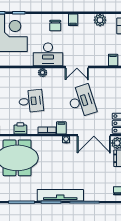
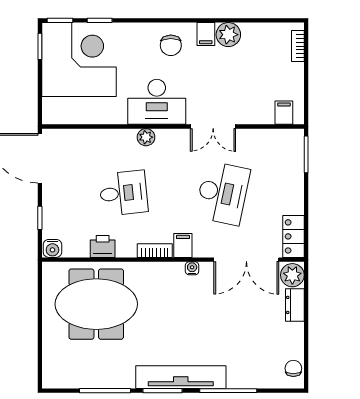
plant: (100, 20) -> (228, 35), moved
desk: (82, 101) -> (223, 193), turned 30

